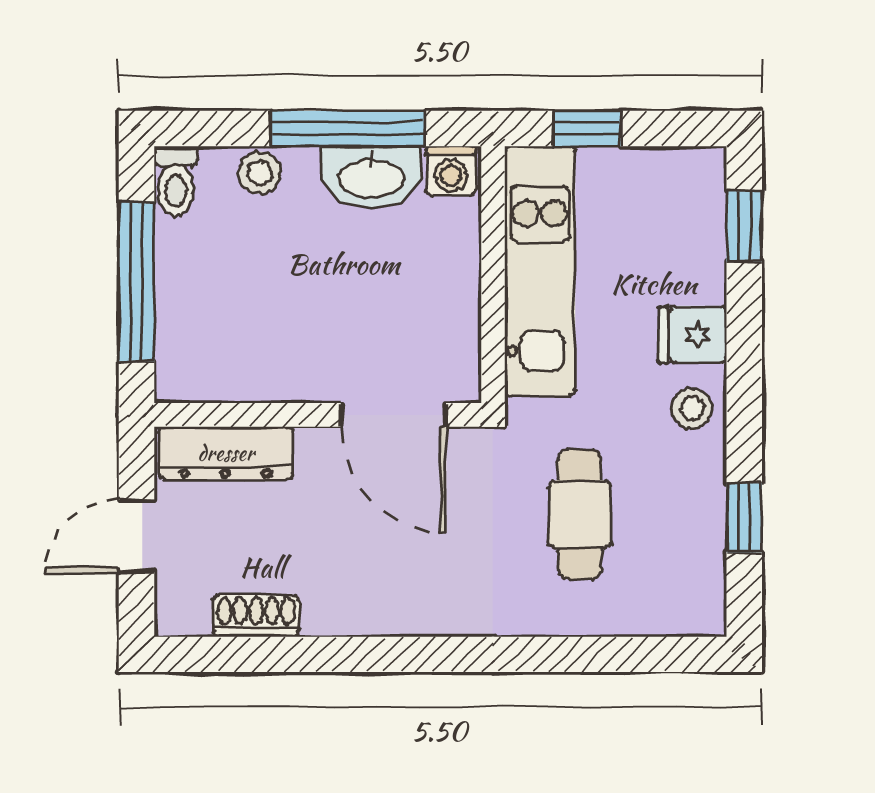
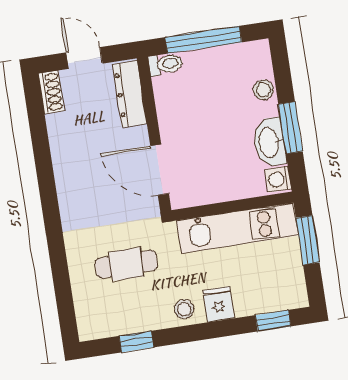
window: (348, 128) -> (290, 128), width x0.69
window: (587, 128) -> (308, 240), width x1.50
toilet: (175, 181) -> (166, 64), moved, turned 180
door: (393, 415) -> (160, 170), hinge flipped
shoe rack: (256, 616) -> (51, 92), moved

